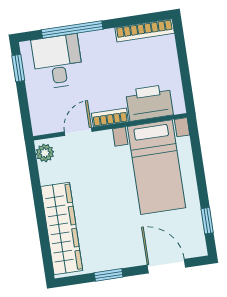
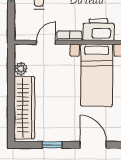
plant: (45, 153) -> (21, 69), moved

